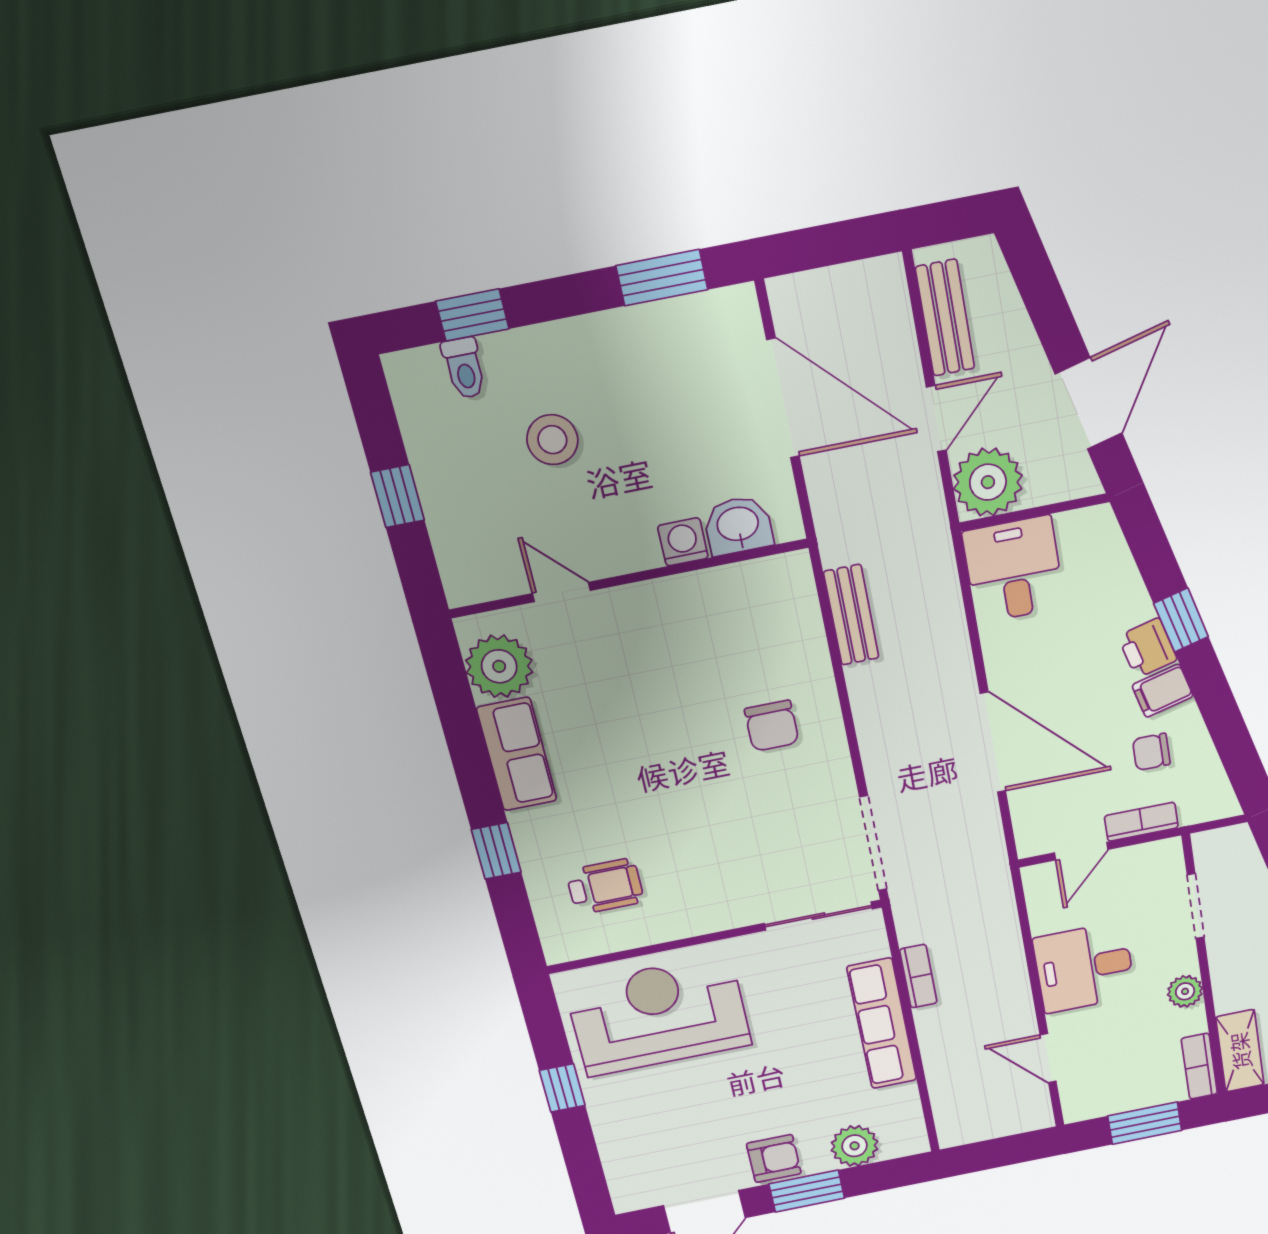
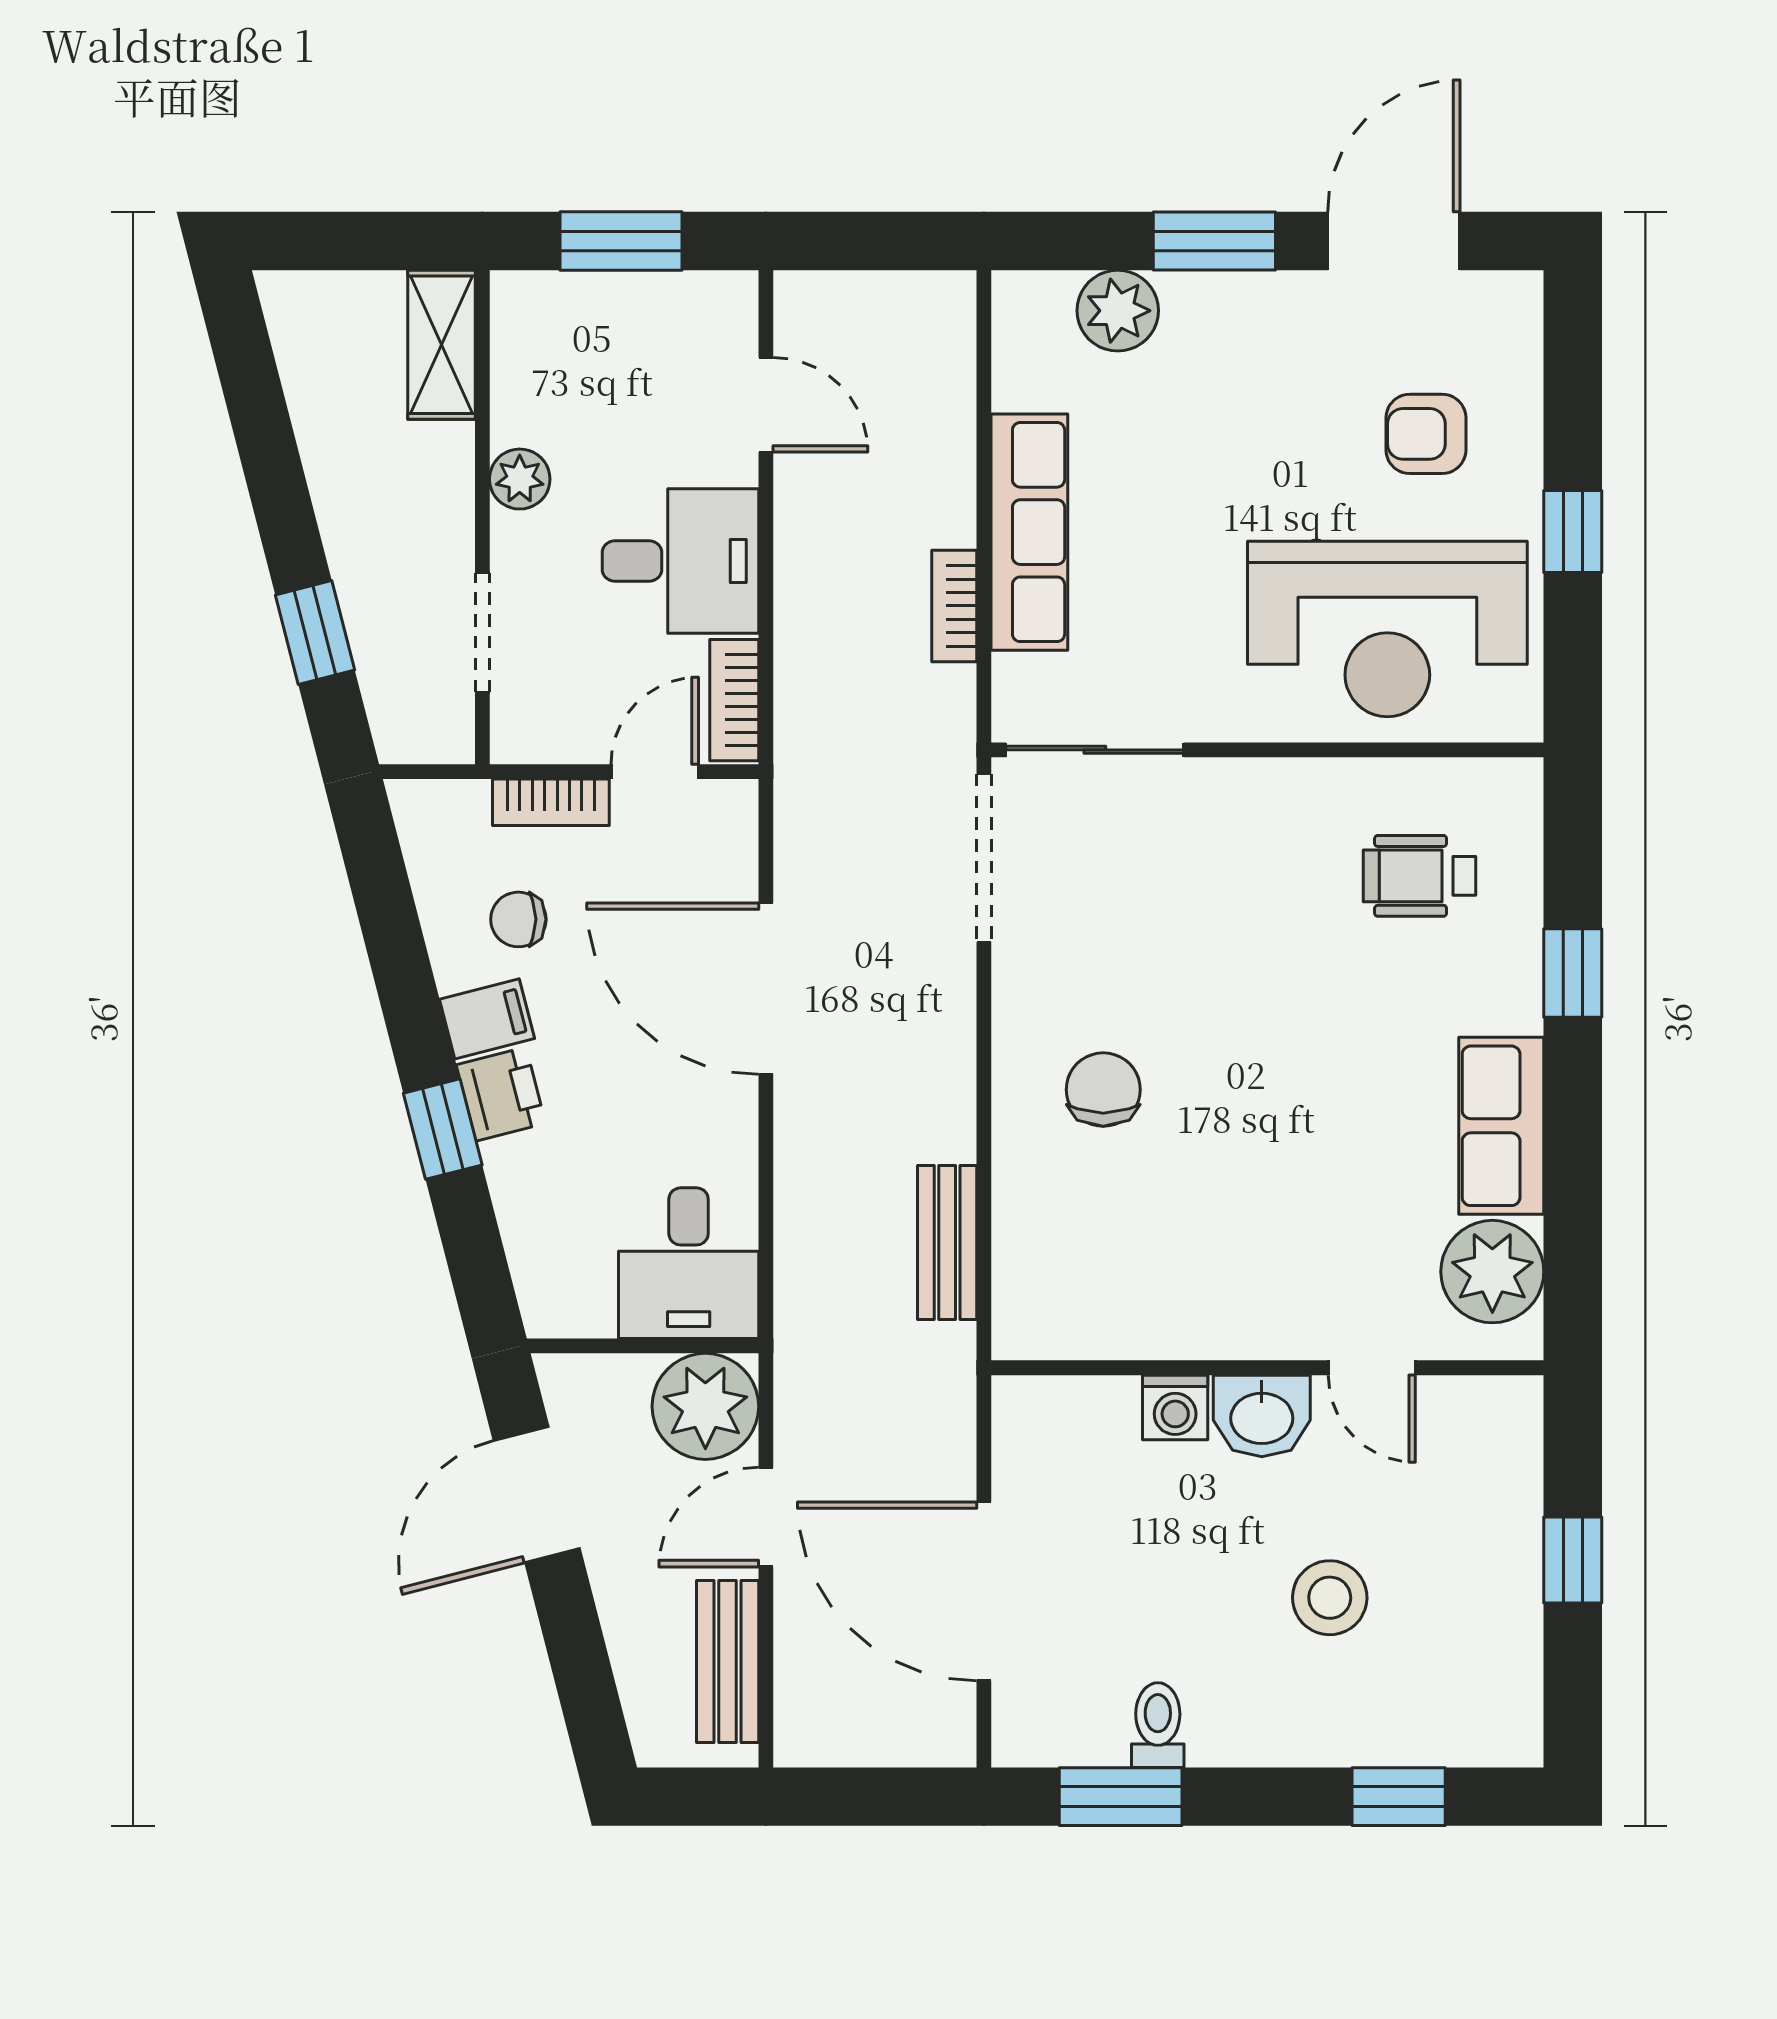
toilet: (464, 368) -> (1158, 1725), moved
washbasin: (738, 525) -> (1262, 1416), moved
chair: (1151, 752) -> (518, 919), turned 180
bookcase: (1199, 1066) -> (734, 700), moved, turned 180
armchair: (774, 1159) -> (1426, 434), moved

